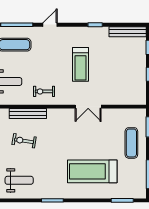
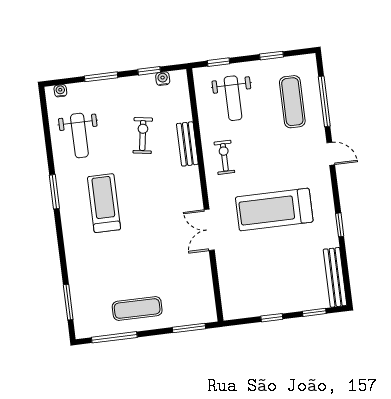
treadmill: (80, 64) -> (274, 210), width x1.37, depth x1.38
bench: (28, 114) -> (187, 144), width x0.73
exercise mat: (131, 143) -> (137, 309), moved
treadmill: (92, 171) -> (104, 203), moved, width x0.73, depth x0.73

